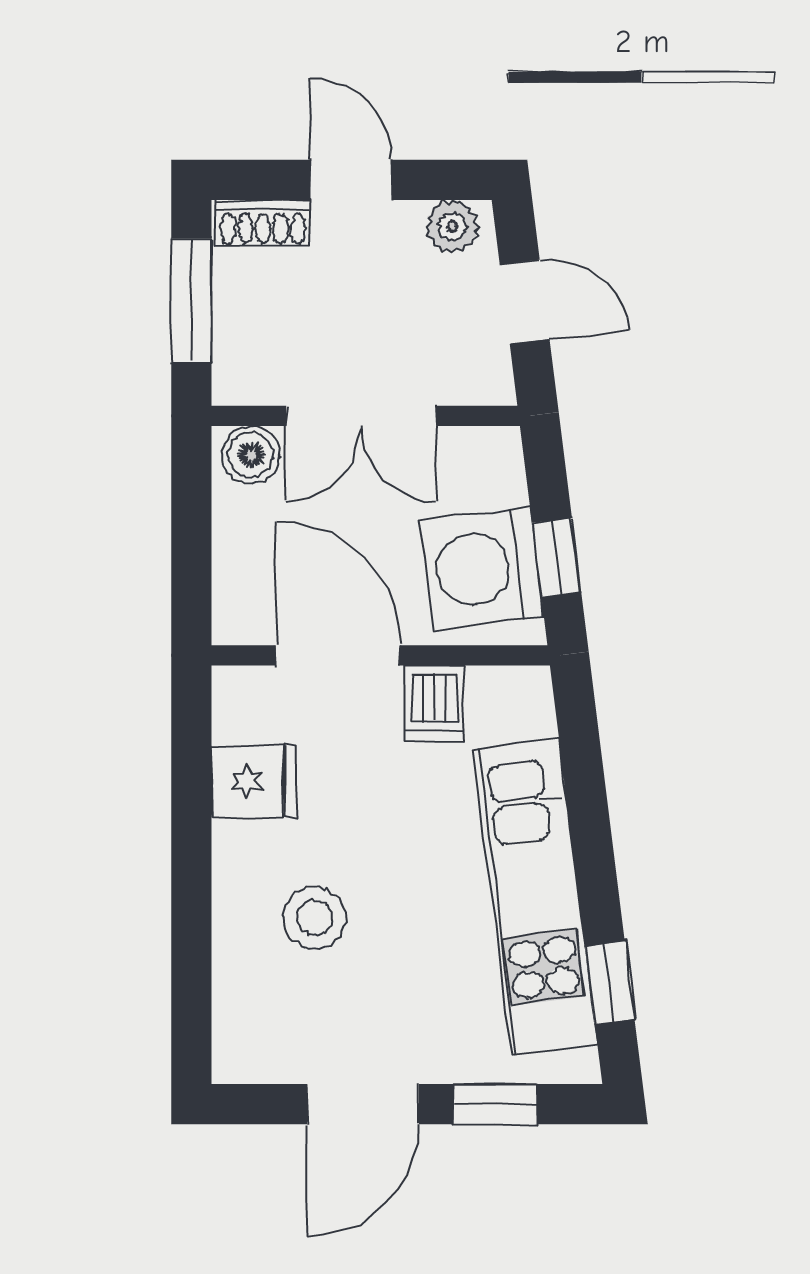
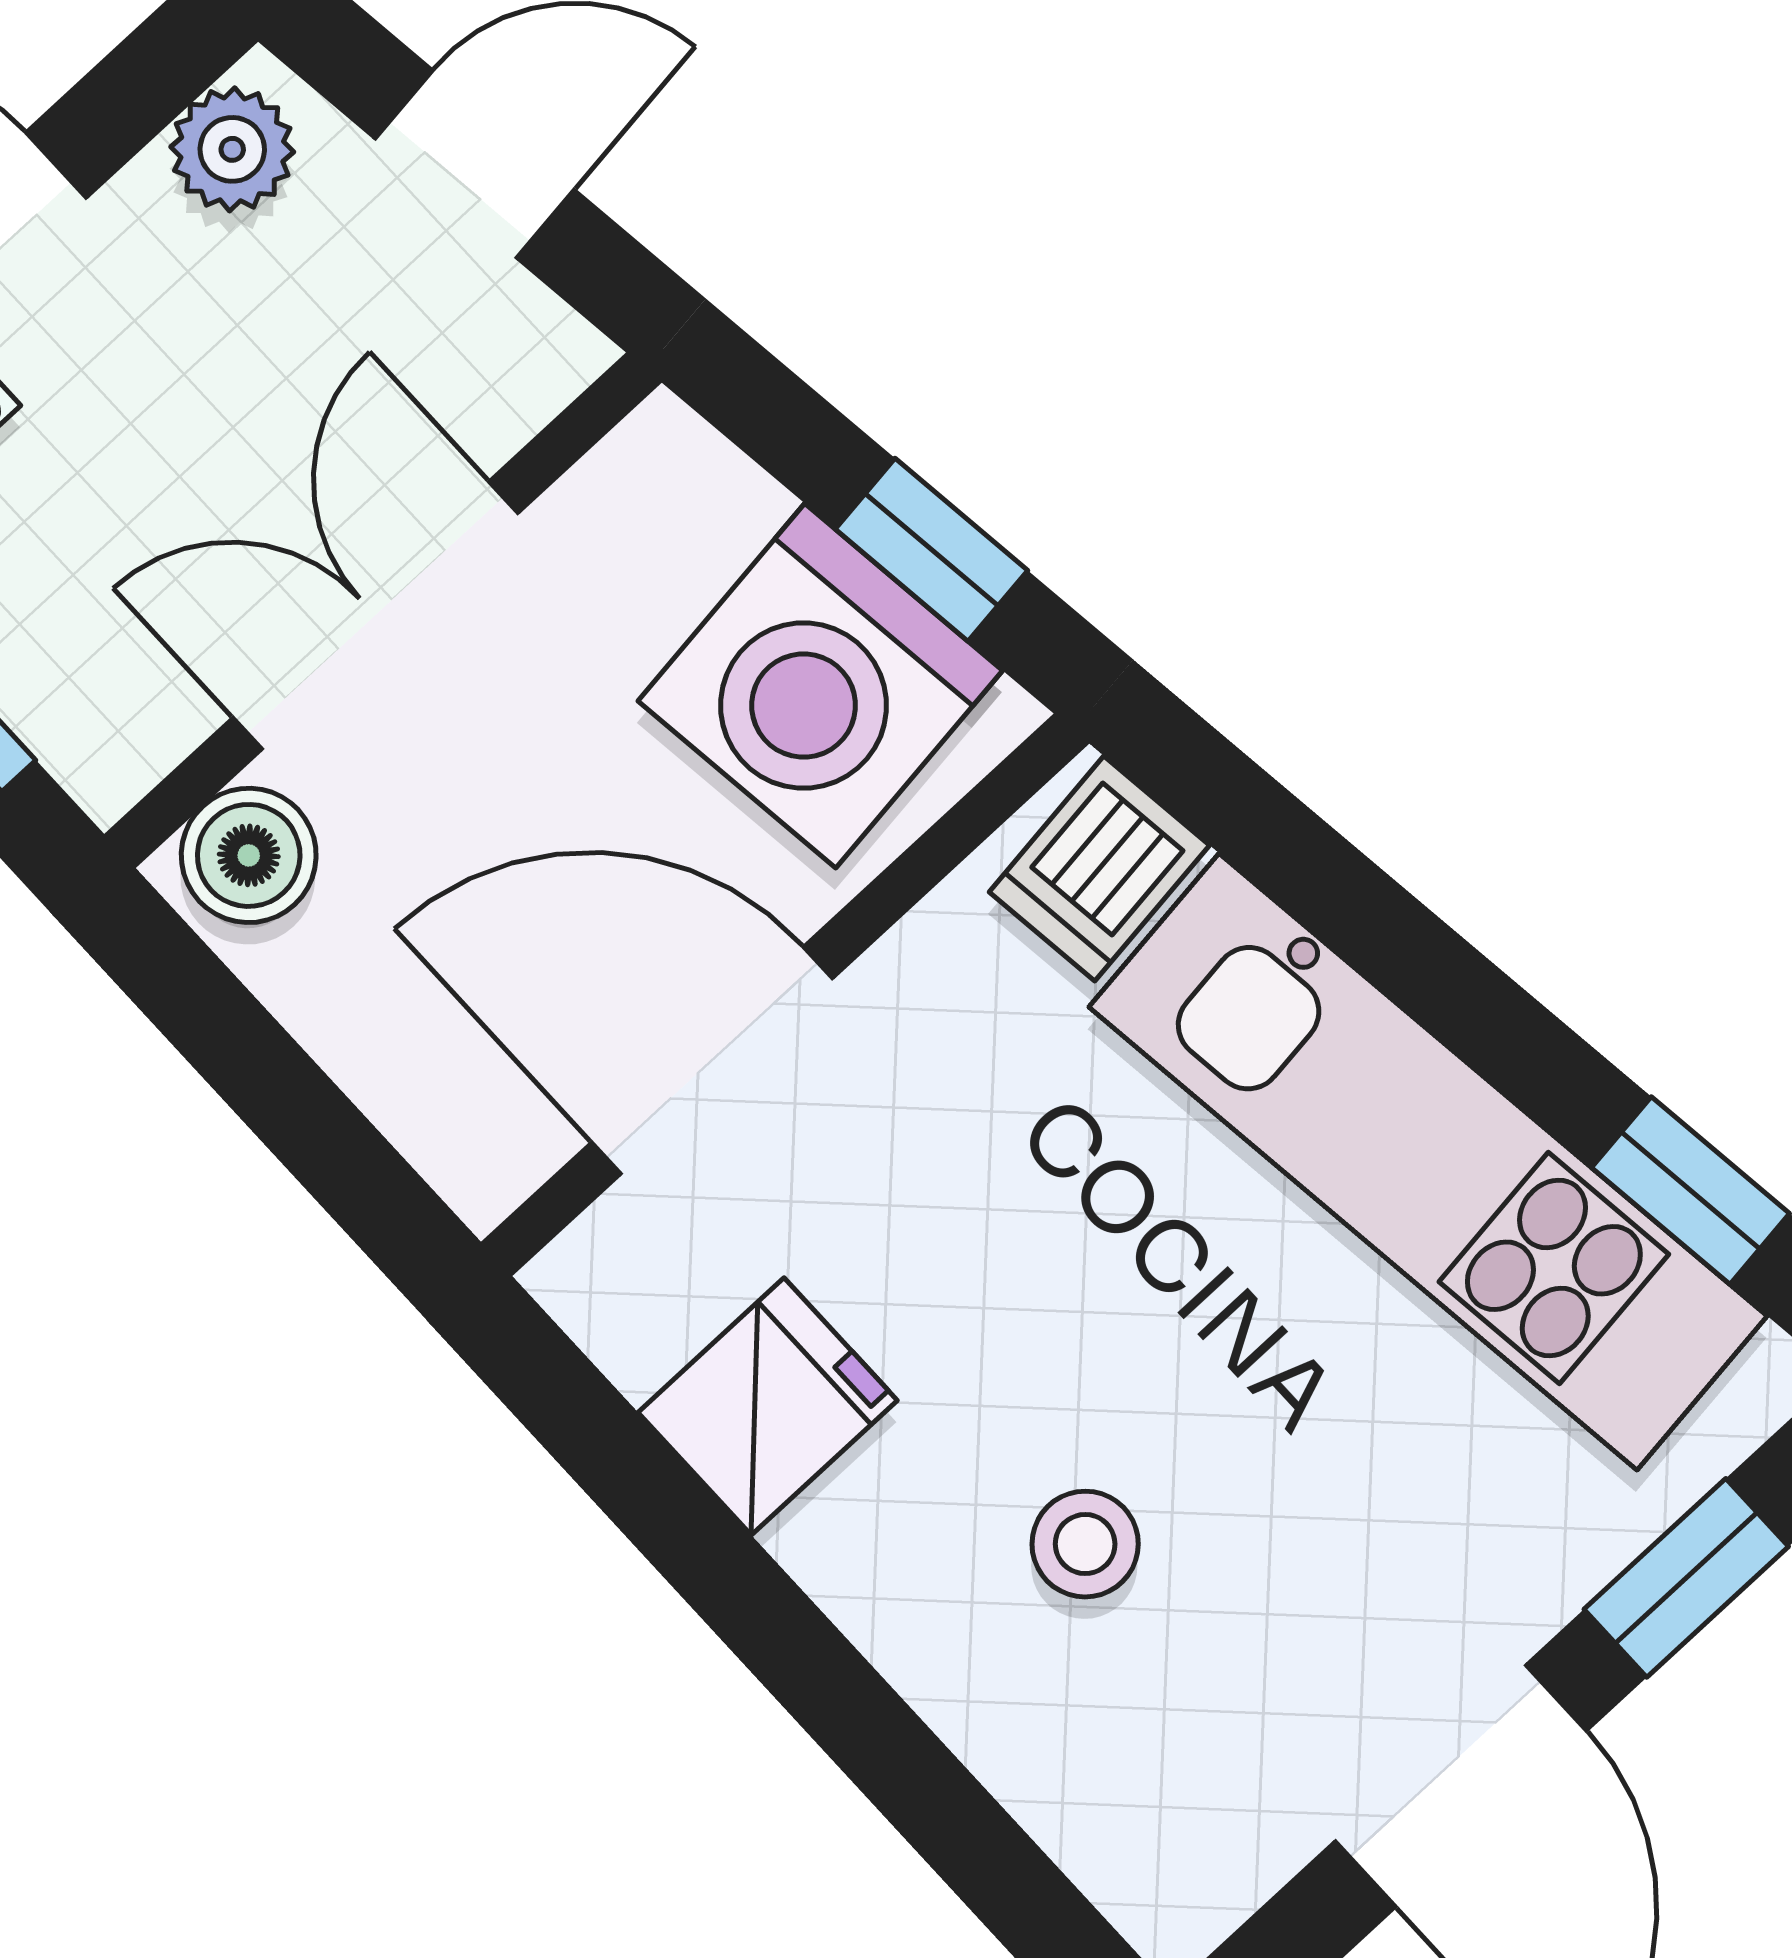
double door: (361, 416) -> (375, 615), swing flipped
dishwasher: (434, 704) -> (1099, 869), moved, turned 83
stool: (315, 918) -> (1085, 1544), width x0.73, depth x0.73

